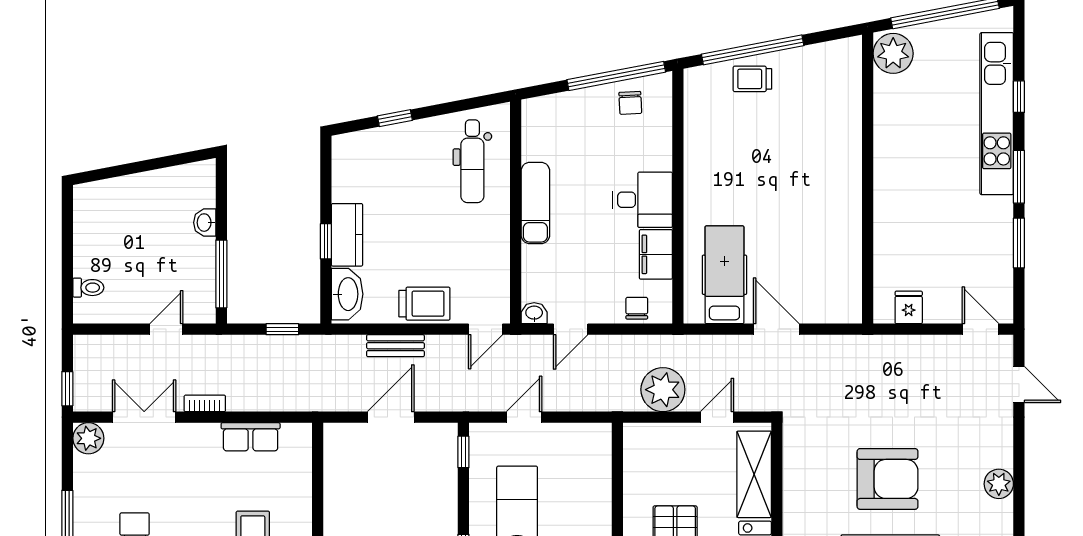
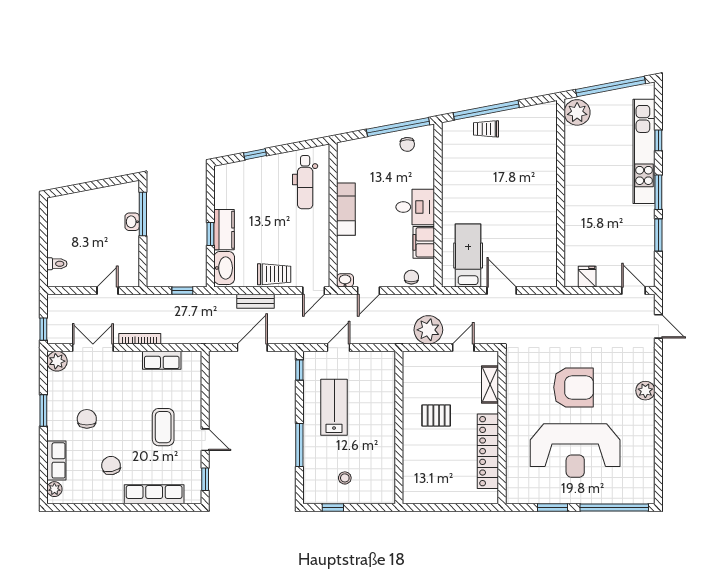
window: (221, 274) -> (143, 214), moved
bookcase: (205, 403) -> (140, 339), width x1.56
shelving: (754, 474) -> (490, 384), width x0.67, depth x0.75

